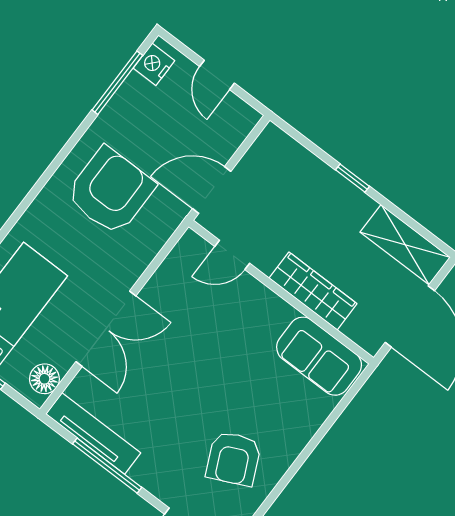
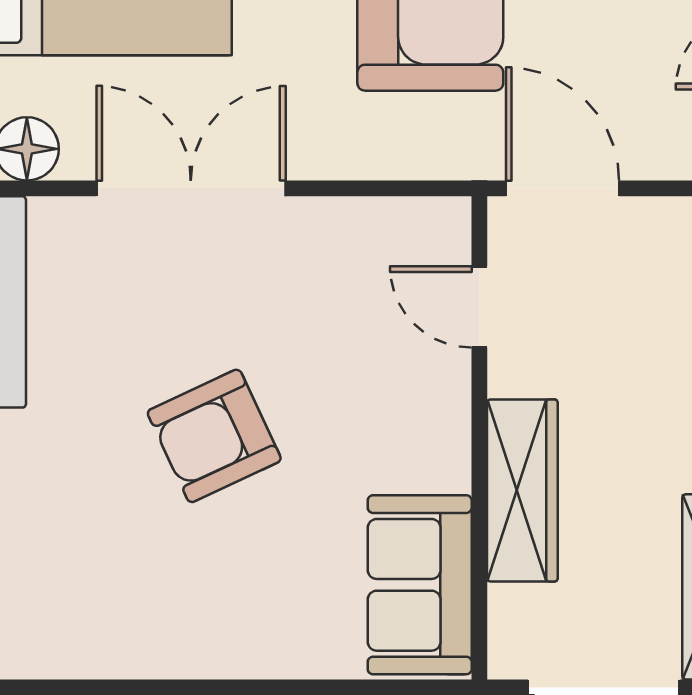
double door: (106, 329) -> (191, 188), swing flipped
armchair: (233, 459) -> (214, 436), moved

